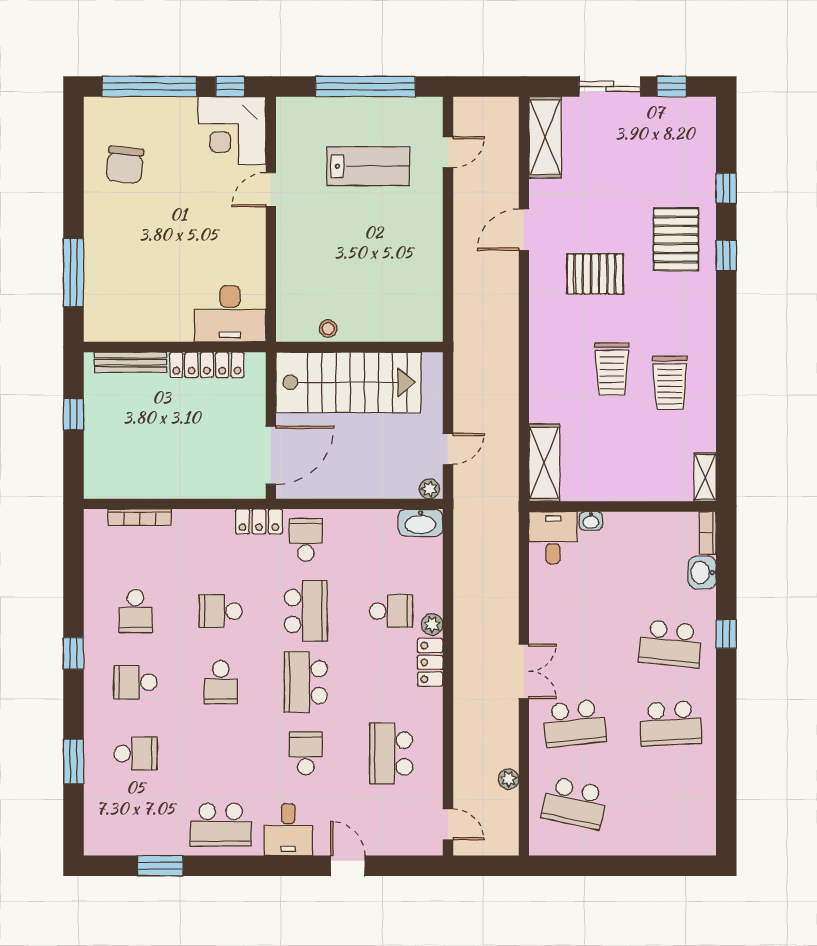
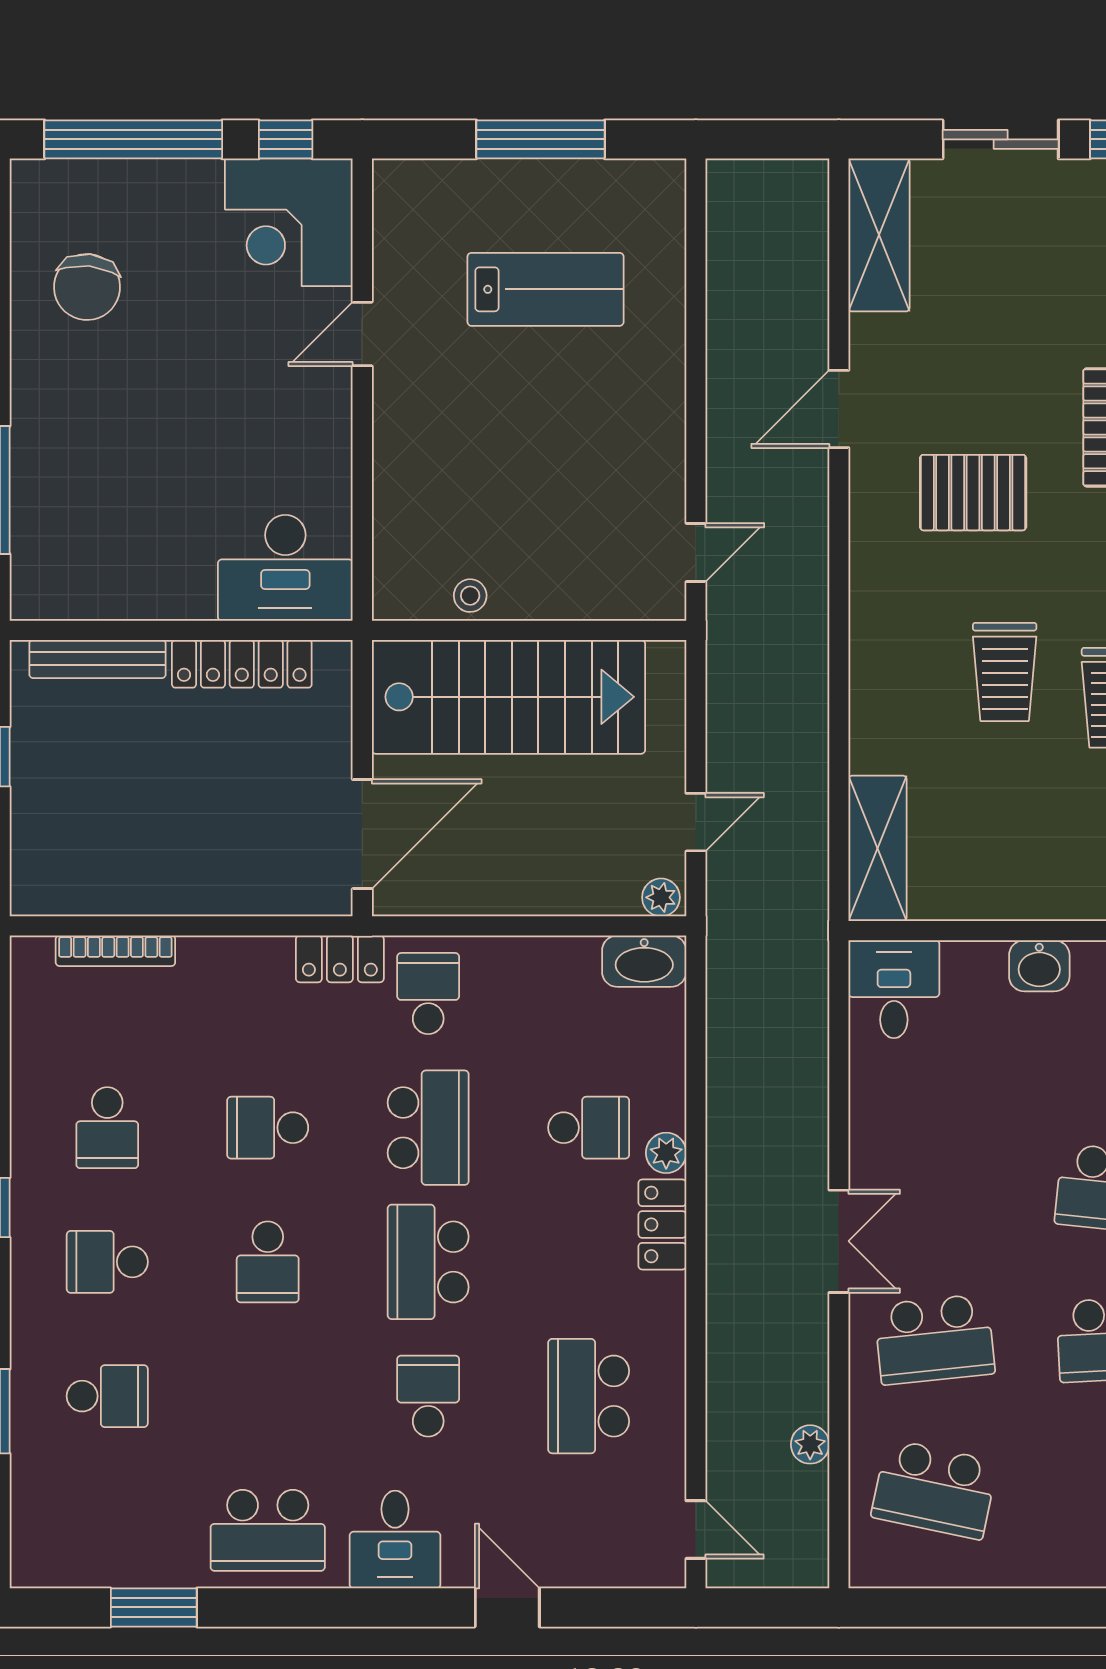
window: (365, 86) -> (541, 139), width x0.68
door: (448, 152) -> (696, 552), moved
washbasin: (591, 521) -> (1039, 966), moved, width x1.38, depth x1.45

